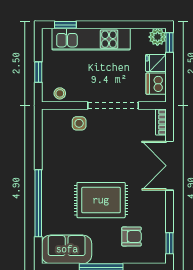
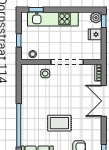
dishwasher: (156, 84) -> (95, 48), removed
rug: (101, 200) -> (59, 123), width x0.73, depth x0.70

